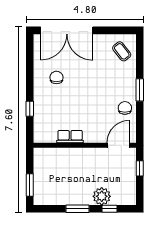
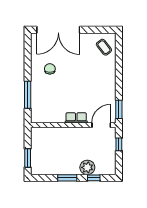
window: (140, 90) -> (119, 109), moved
chair: (125, 108) -> (107, 94), removed
window: (30, 109) -> (28, 95), width x2.17
row of seats: (70, 137) -> (76, 118), moved

